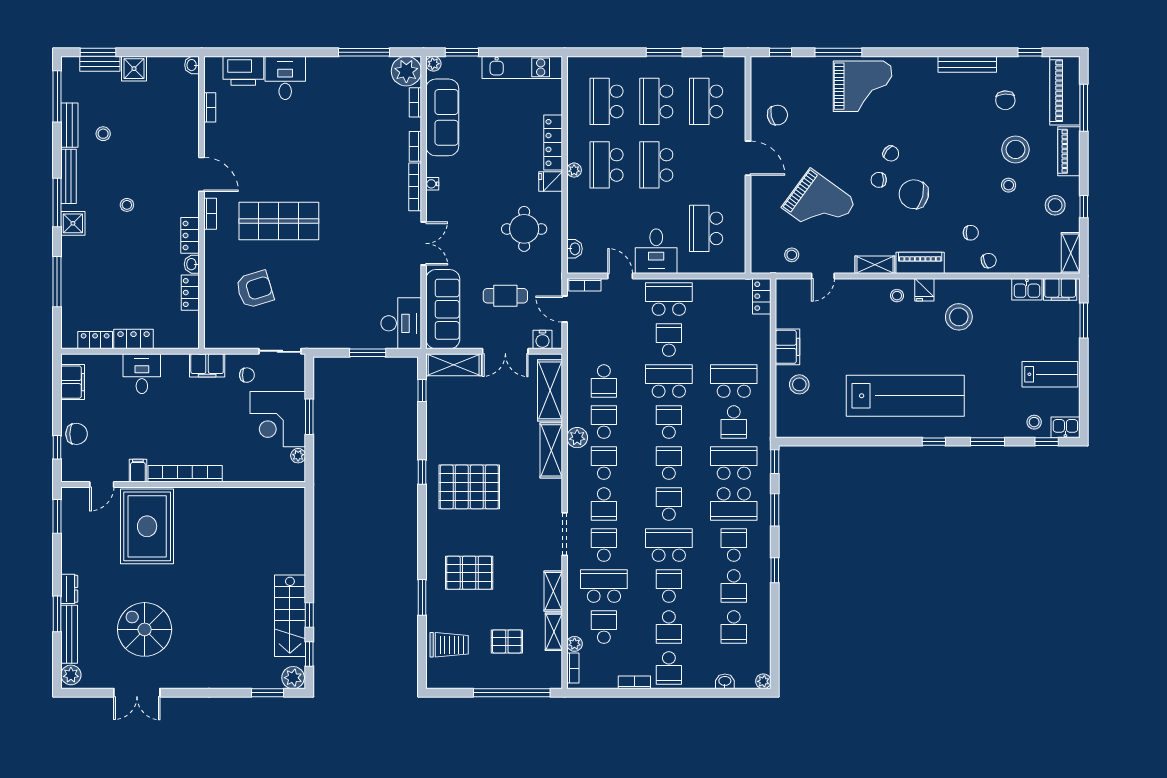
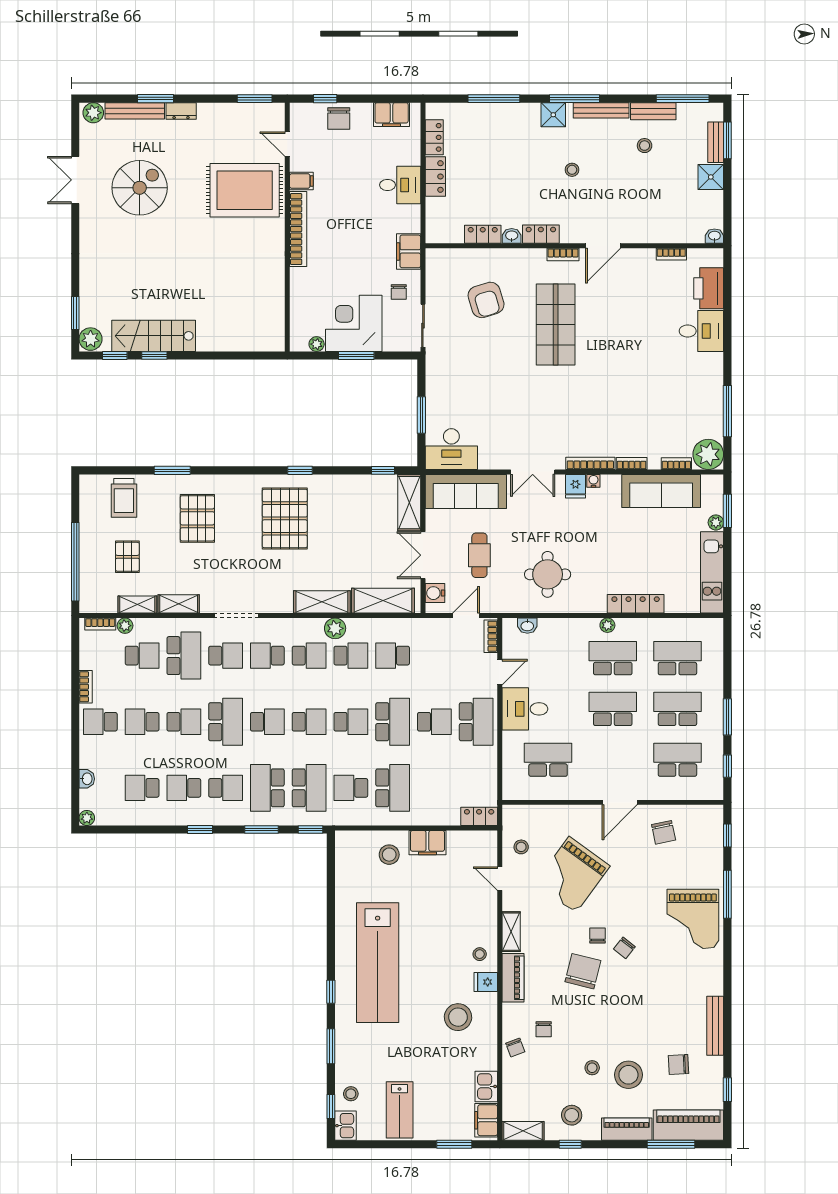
plant: (433, 64) -> (716, 522), moved
fridge: (551, 182) -> (575, 486), moved, turned 180

